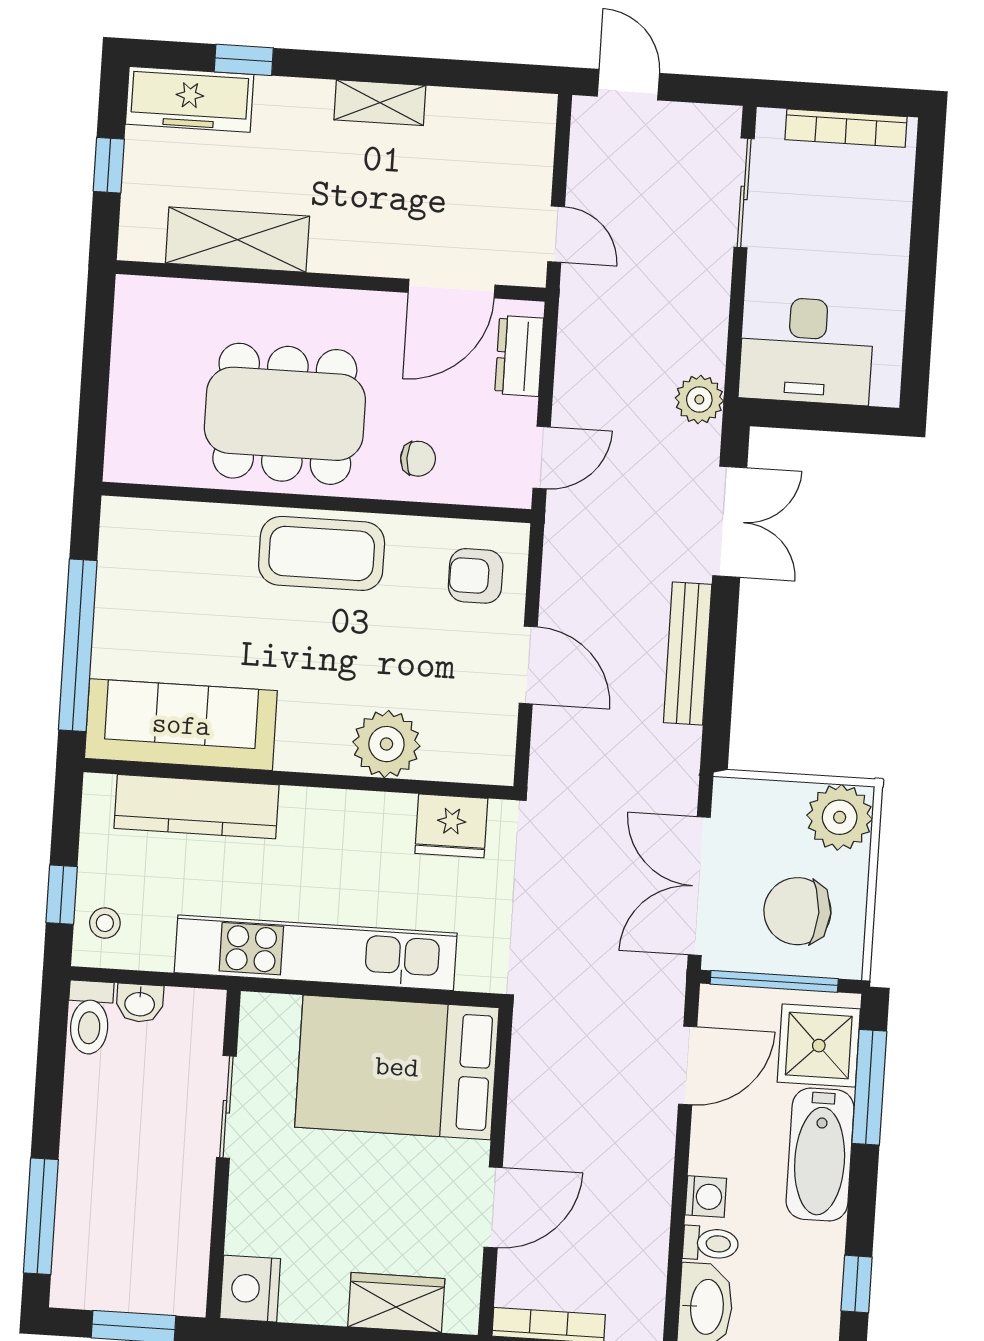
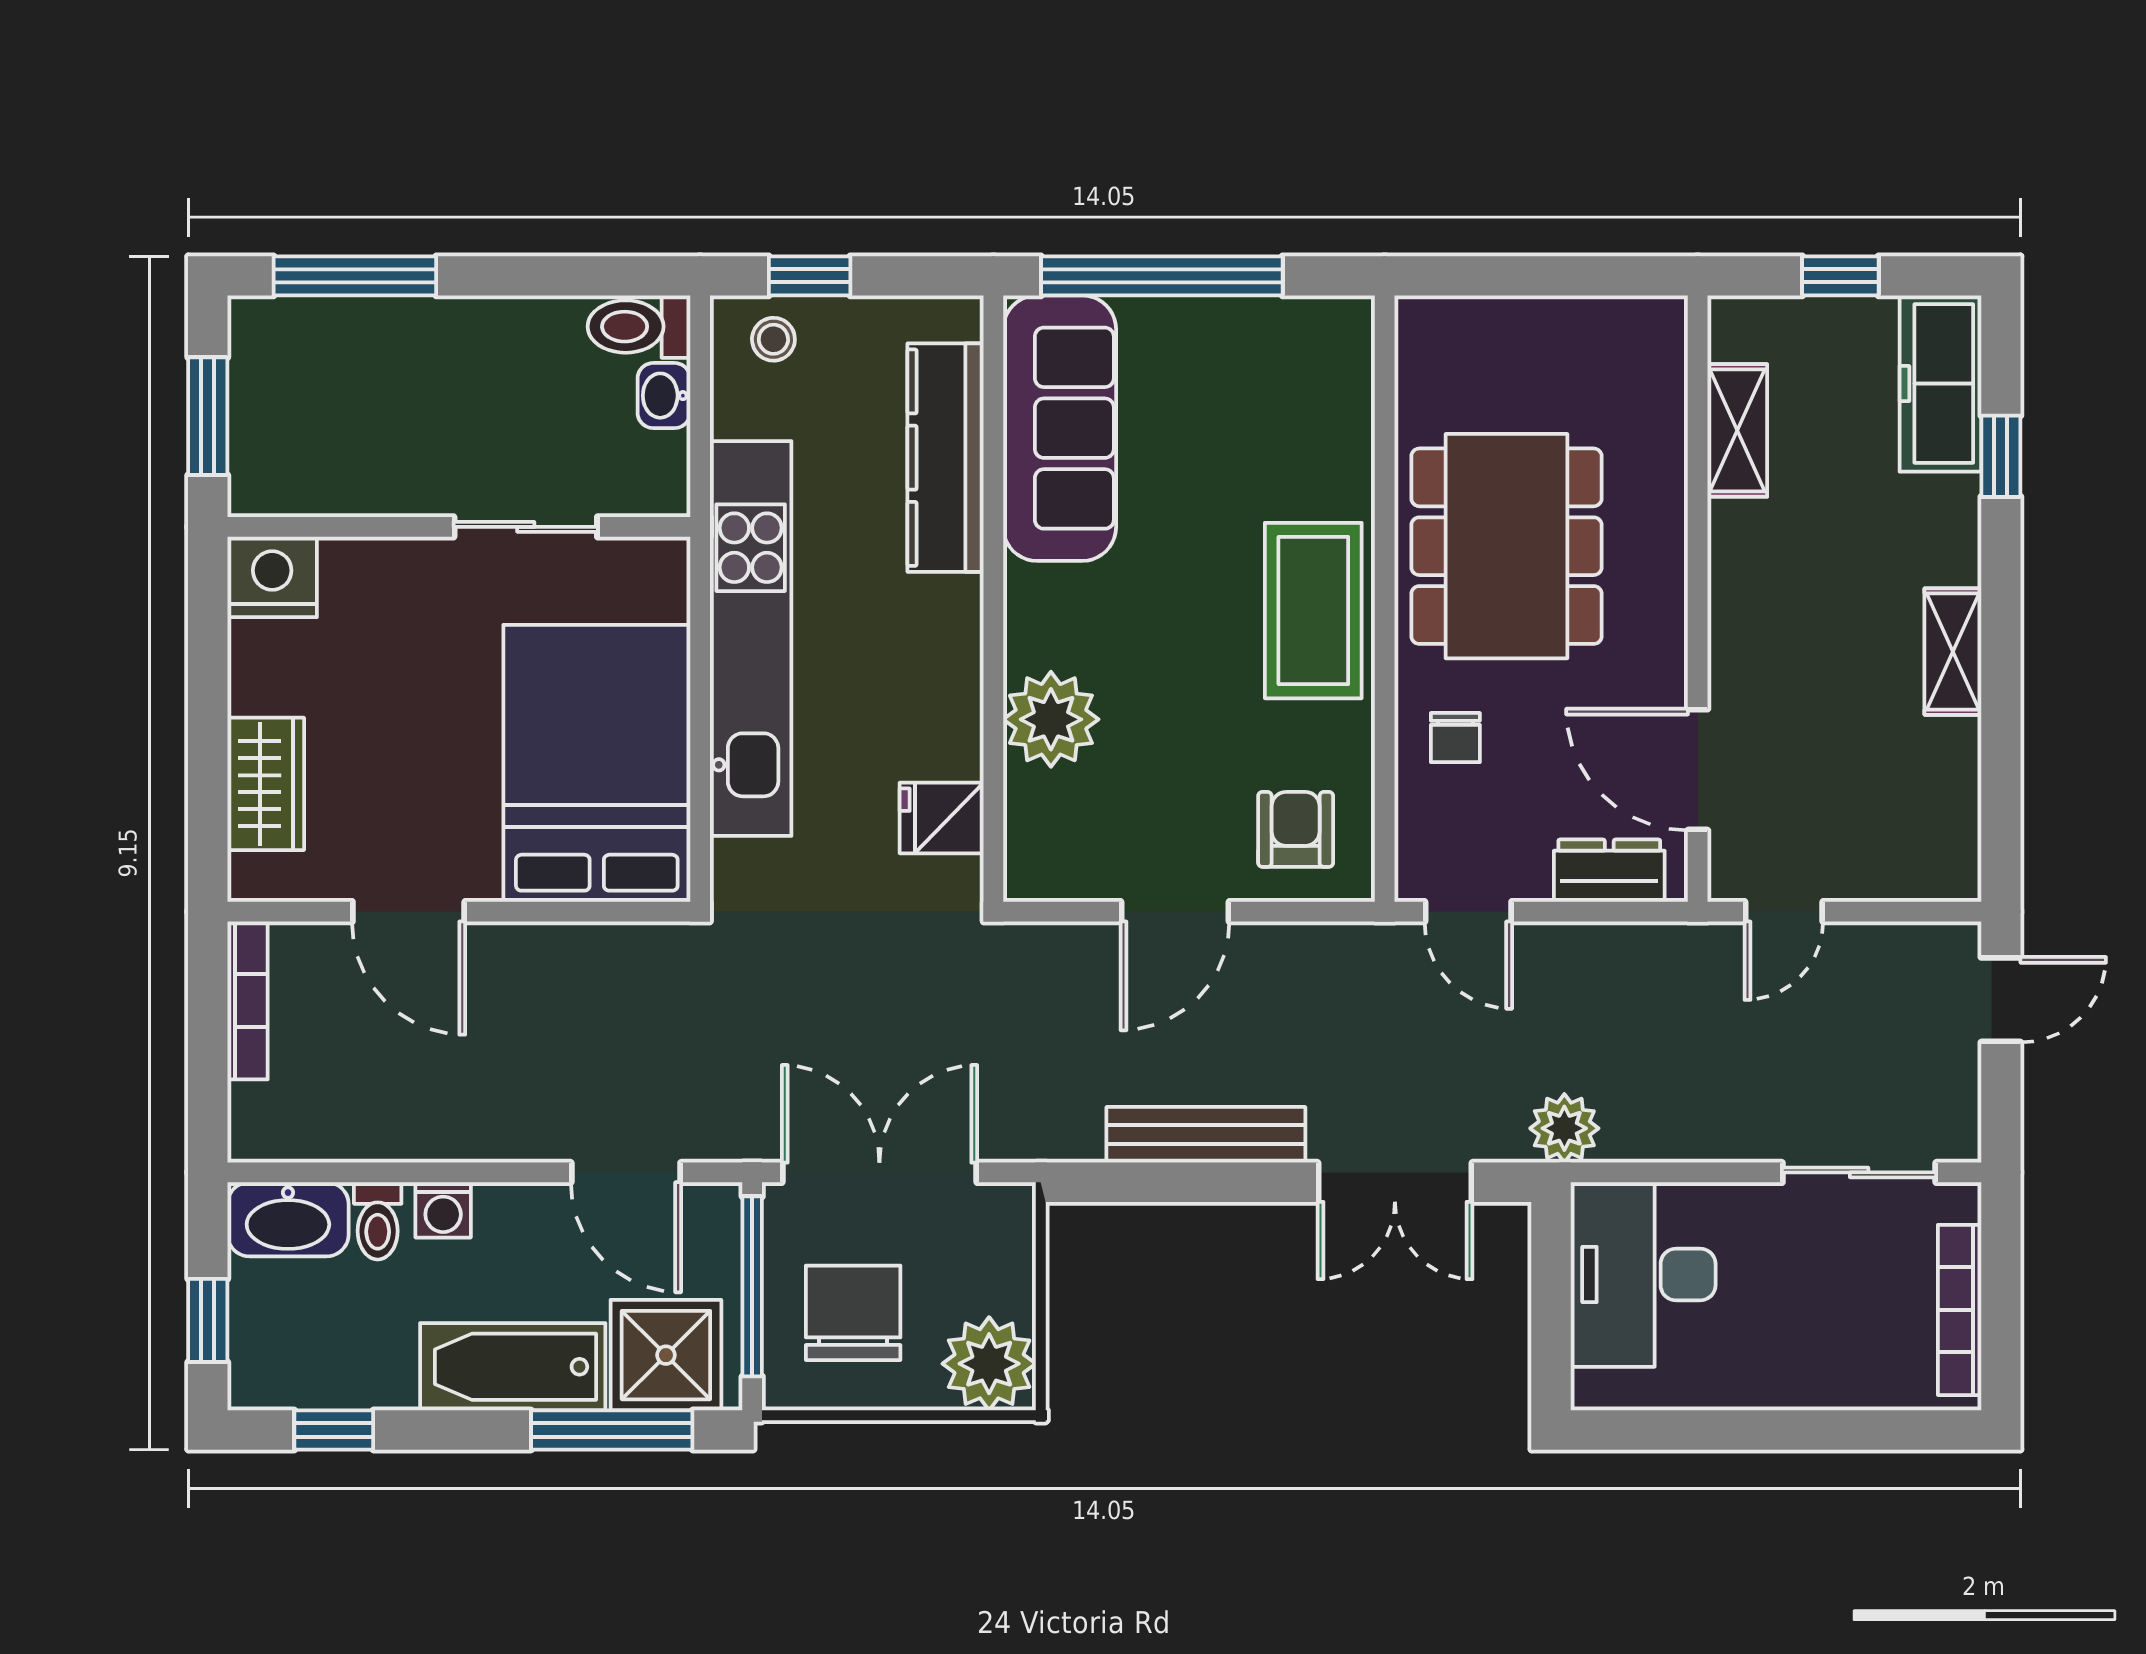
shelving: (237, 240) -> (1737, 430), width x0.67, depth x0.75
fridge: (451, 826) -> (942, 818), width x0.72

